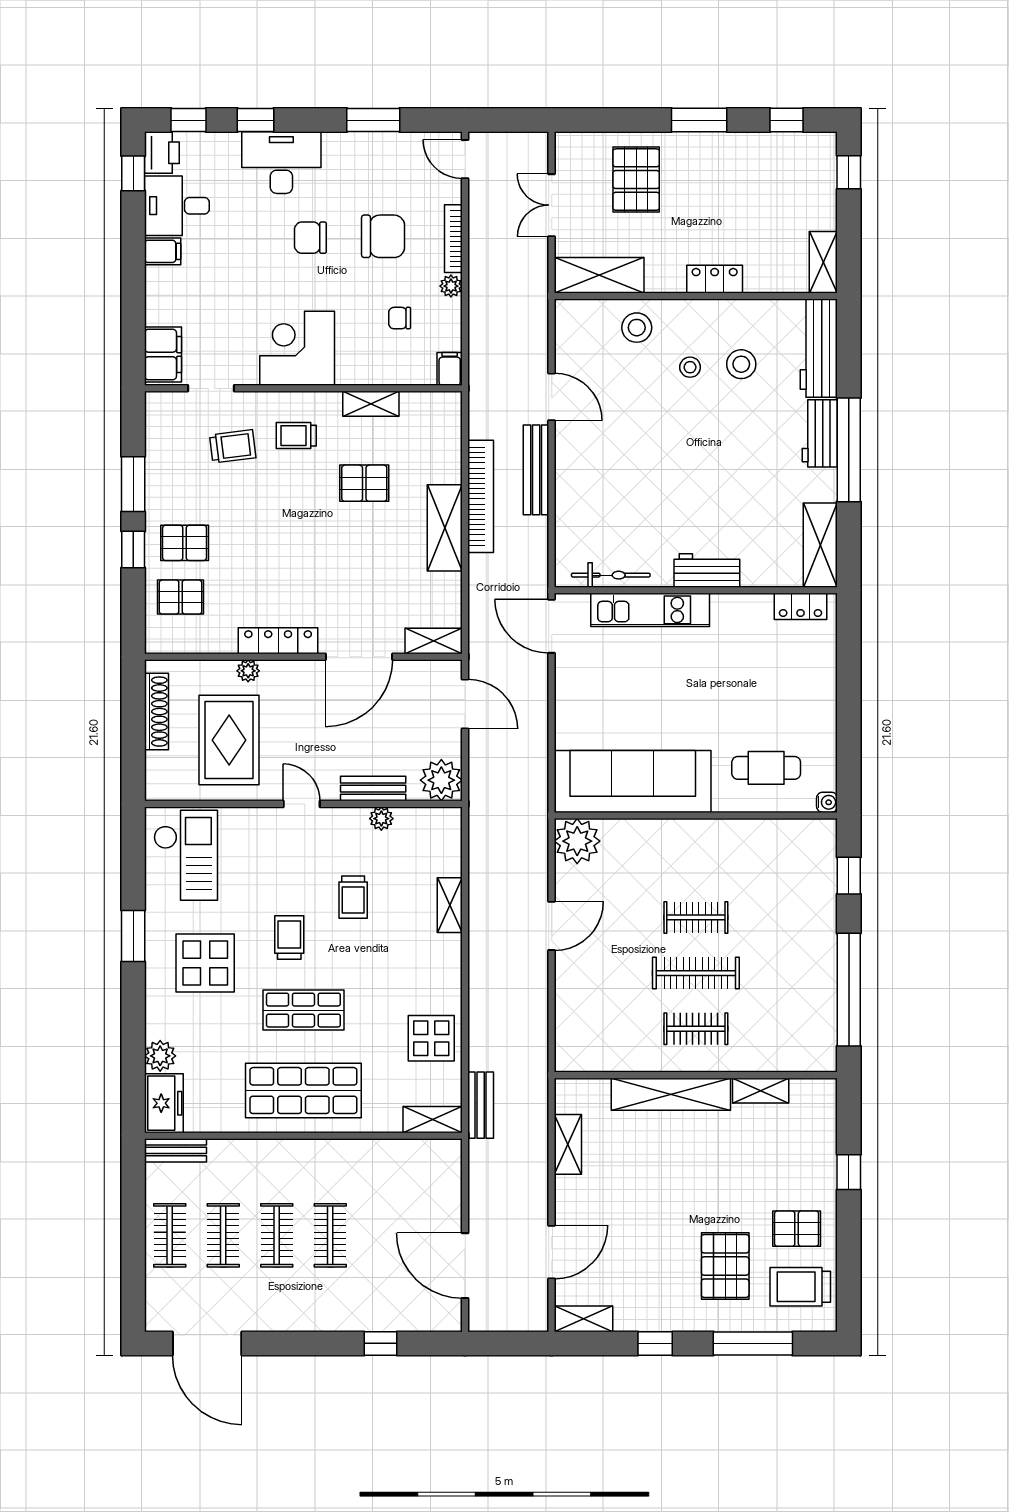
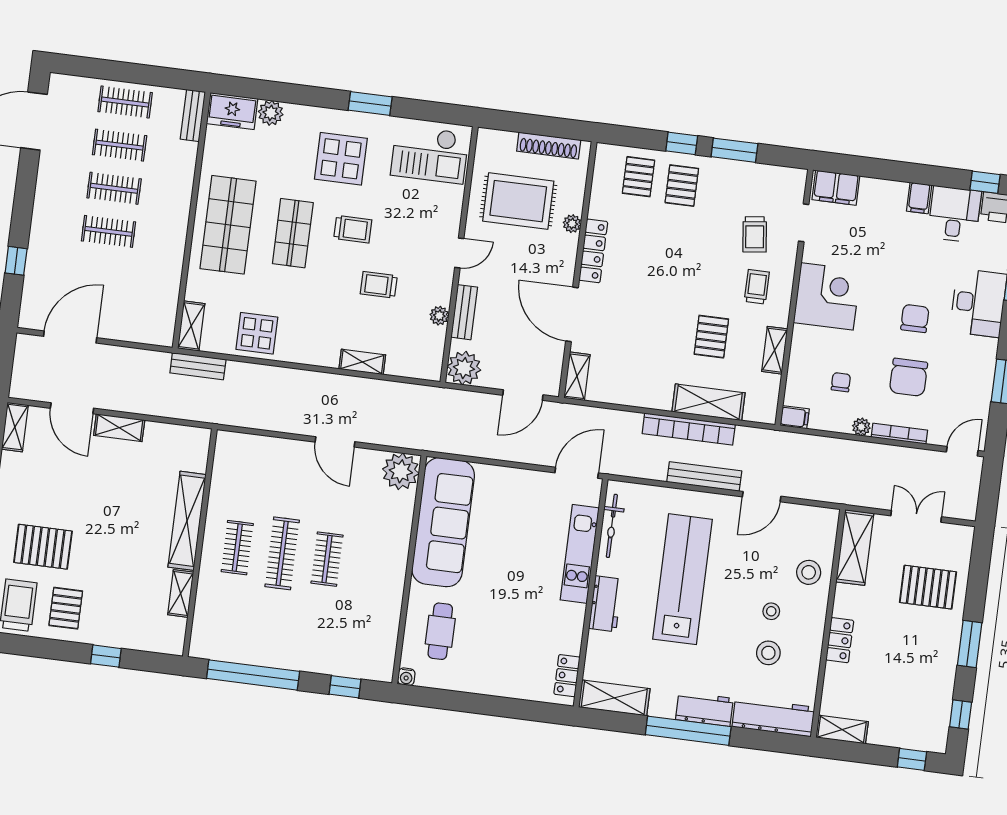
lab bench: (665, 480) -> (683, 579), added
shelving: (445, 528) -> (709, 402), moved
shelving: (568, 1144) -> (119, 428), moved

